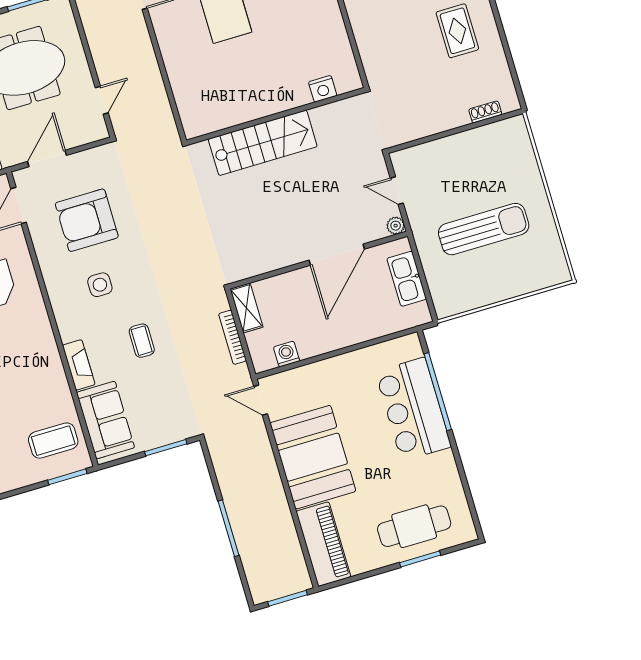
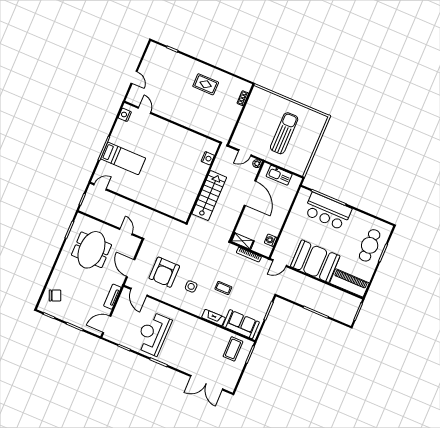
nightstand: (323, 89) -> (208, 158), moved
wall: (276, 116) -> (204, 183), moved
stairs: (263, 143) -> (209, 196), moved

